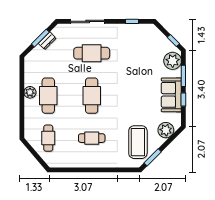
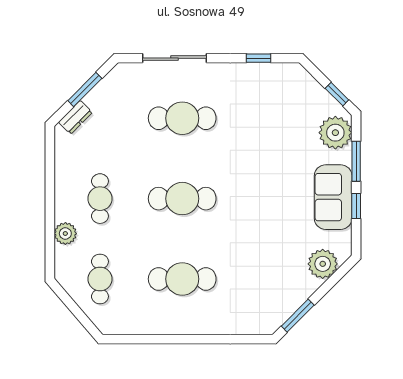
dresser: (47, 41) -> (75, 117), moved
plant: (30, 92) -> (65, 234), moved
cafe table: (48, 96) -> (100, 199), width x0.73, depth x0.74
cafe table: (92, 96) -> (182, 199), turned 90
cafe table: (92, 138) -> (182, 279), width x1.37, depth x1.35
coffee table: (138, 142) -> (270, 287), removed

